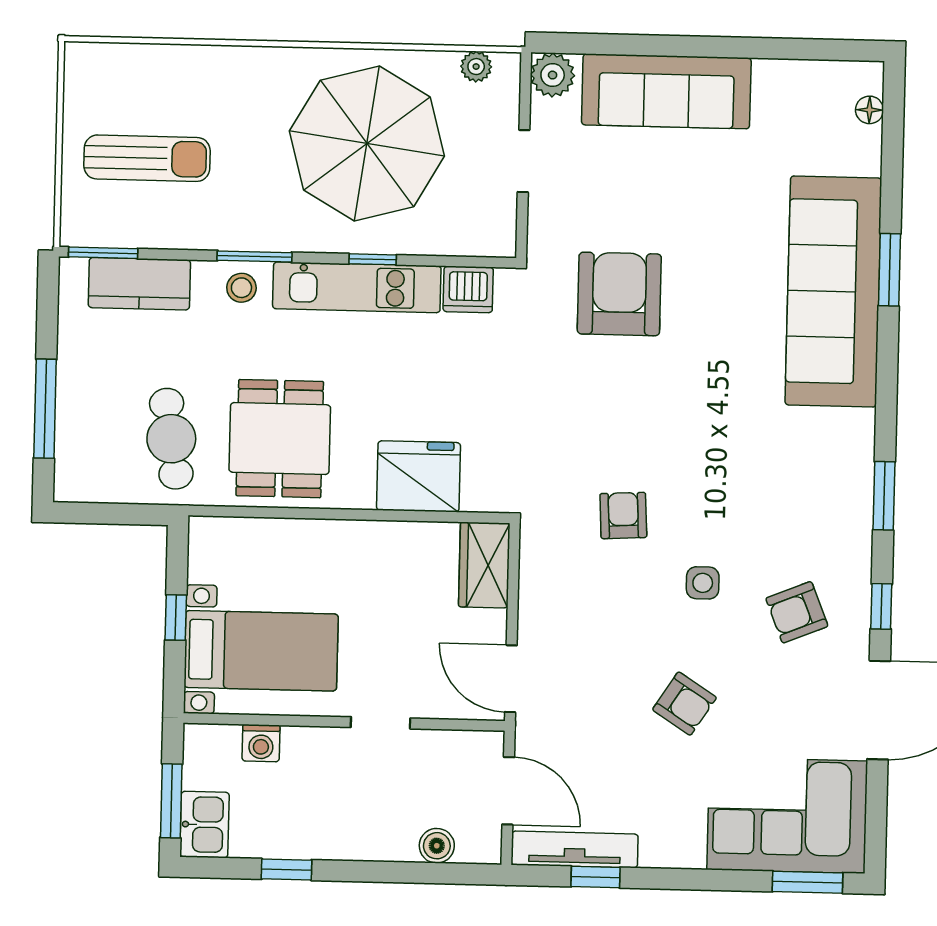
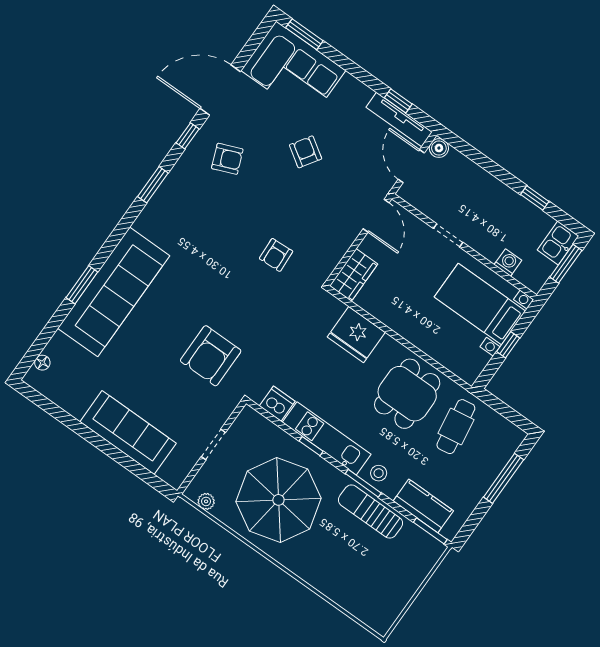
plant: (553, 75) -> (174, 474), removed
sun lounger: (147, 158) -> (371, 512), moved
side table: (703, 583) -> (261, 201), removed
boiler: (437, 846) -> (439, 148), moved

